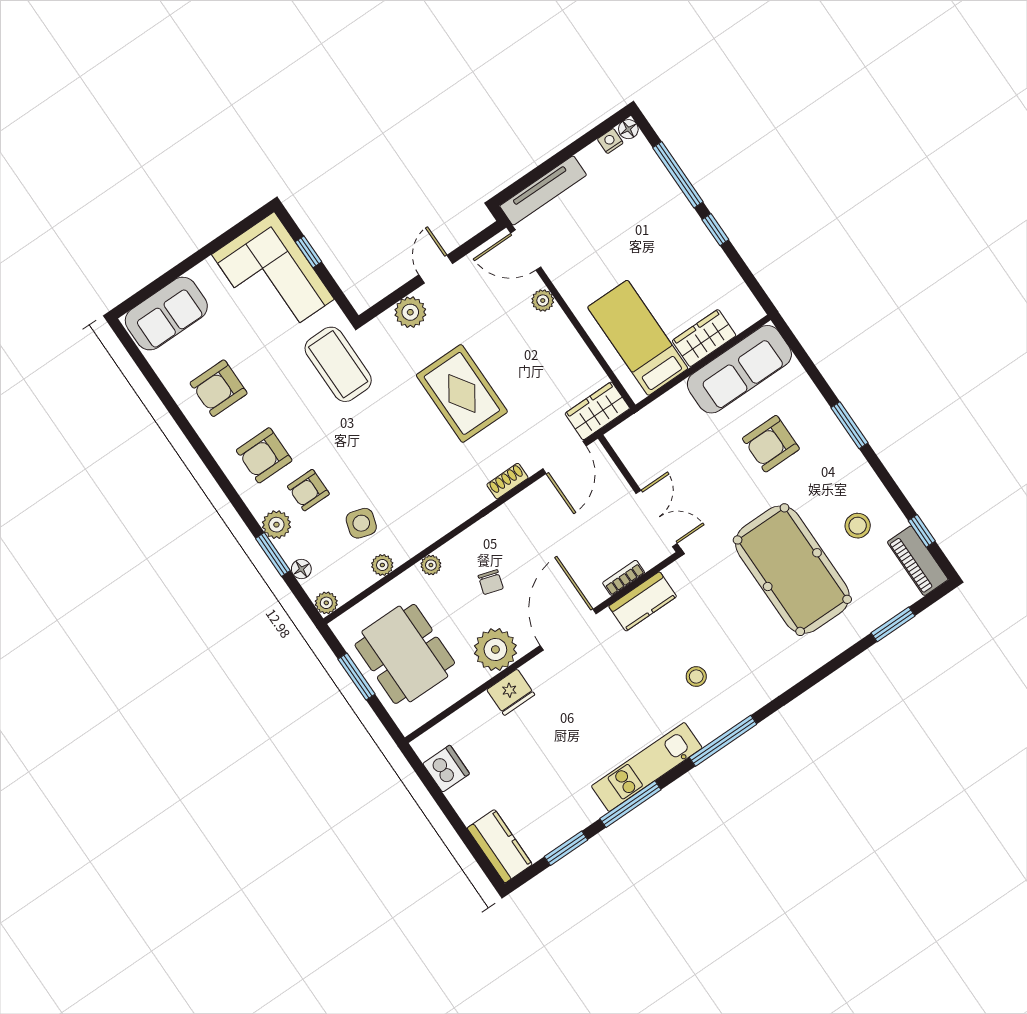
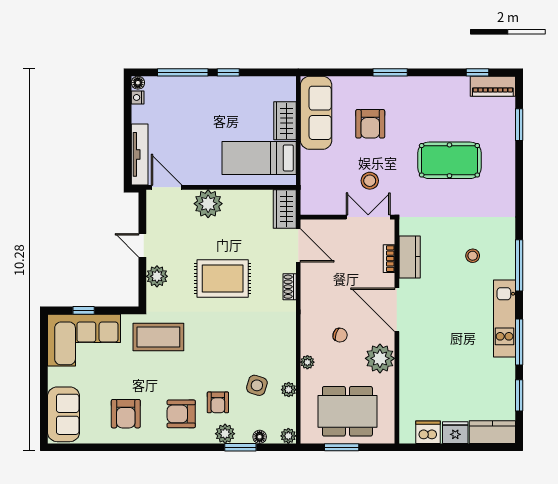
door: (526, 250) -> (166, 187), swing flipped
plant: (543, 301) -> (208, 204), width x1.87, depth x1.87
armchair: (264, 455) -> (181, 414), turned 90
stool: (858, 526) -> (370, 181), moved
pool table: (792, 570) -> (449, 160), width x0.73, depth x0.76
fridge: (511, 692) -> (455, 433), moved, turned -90

